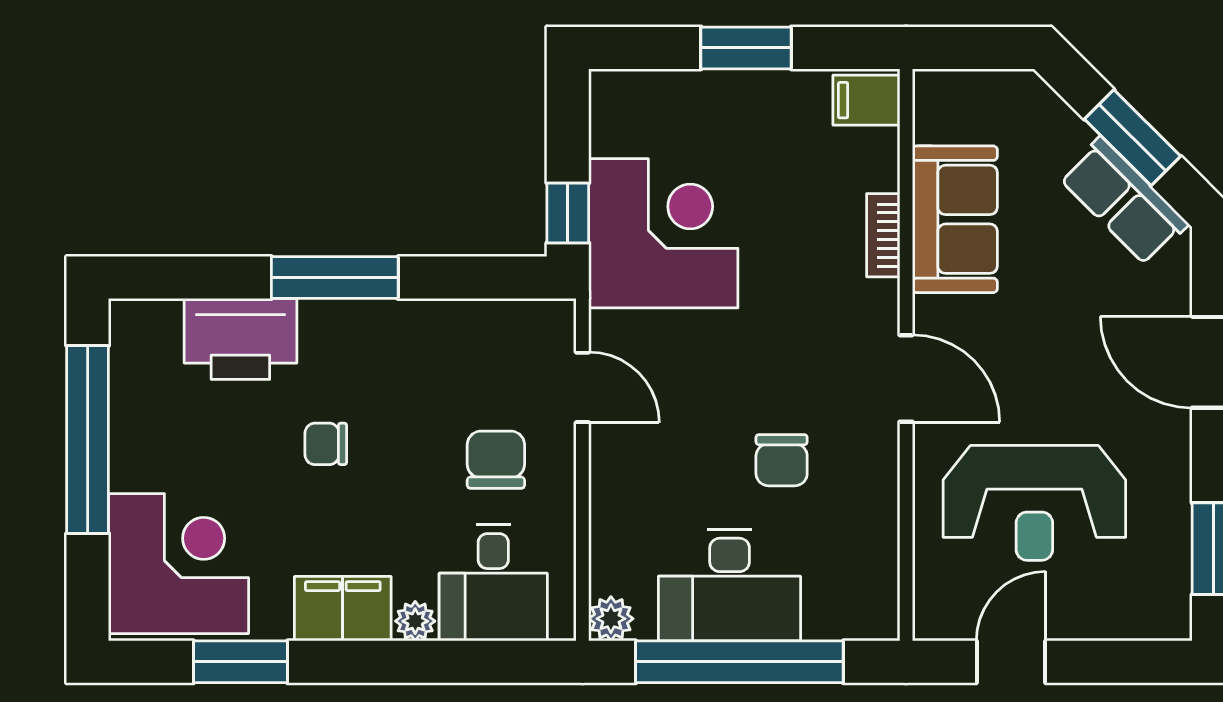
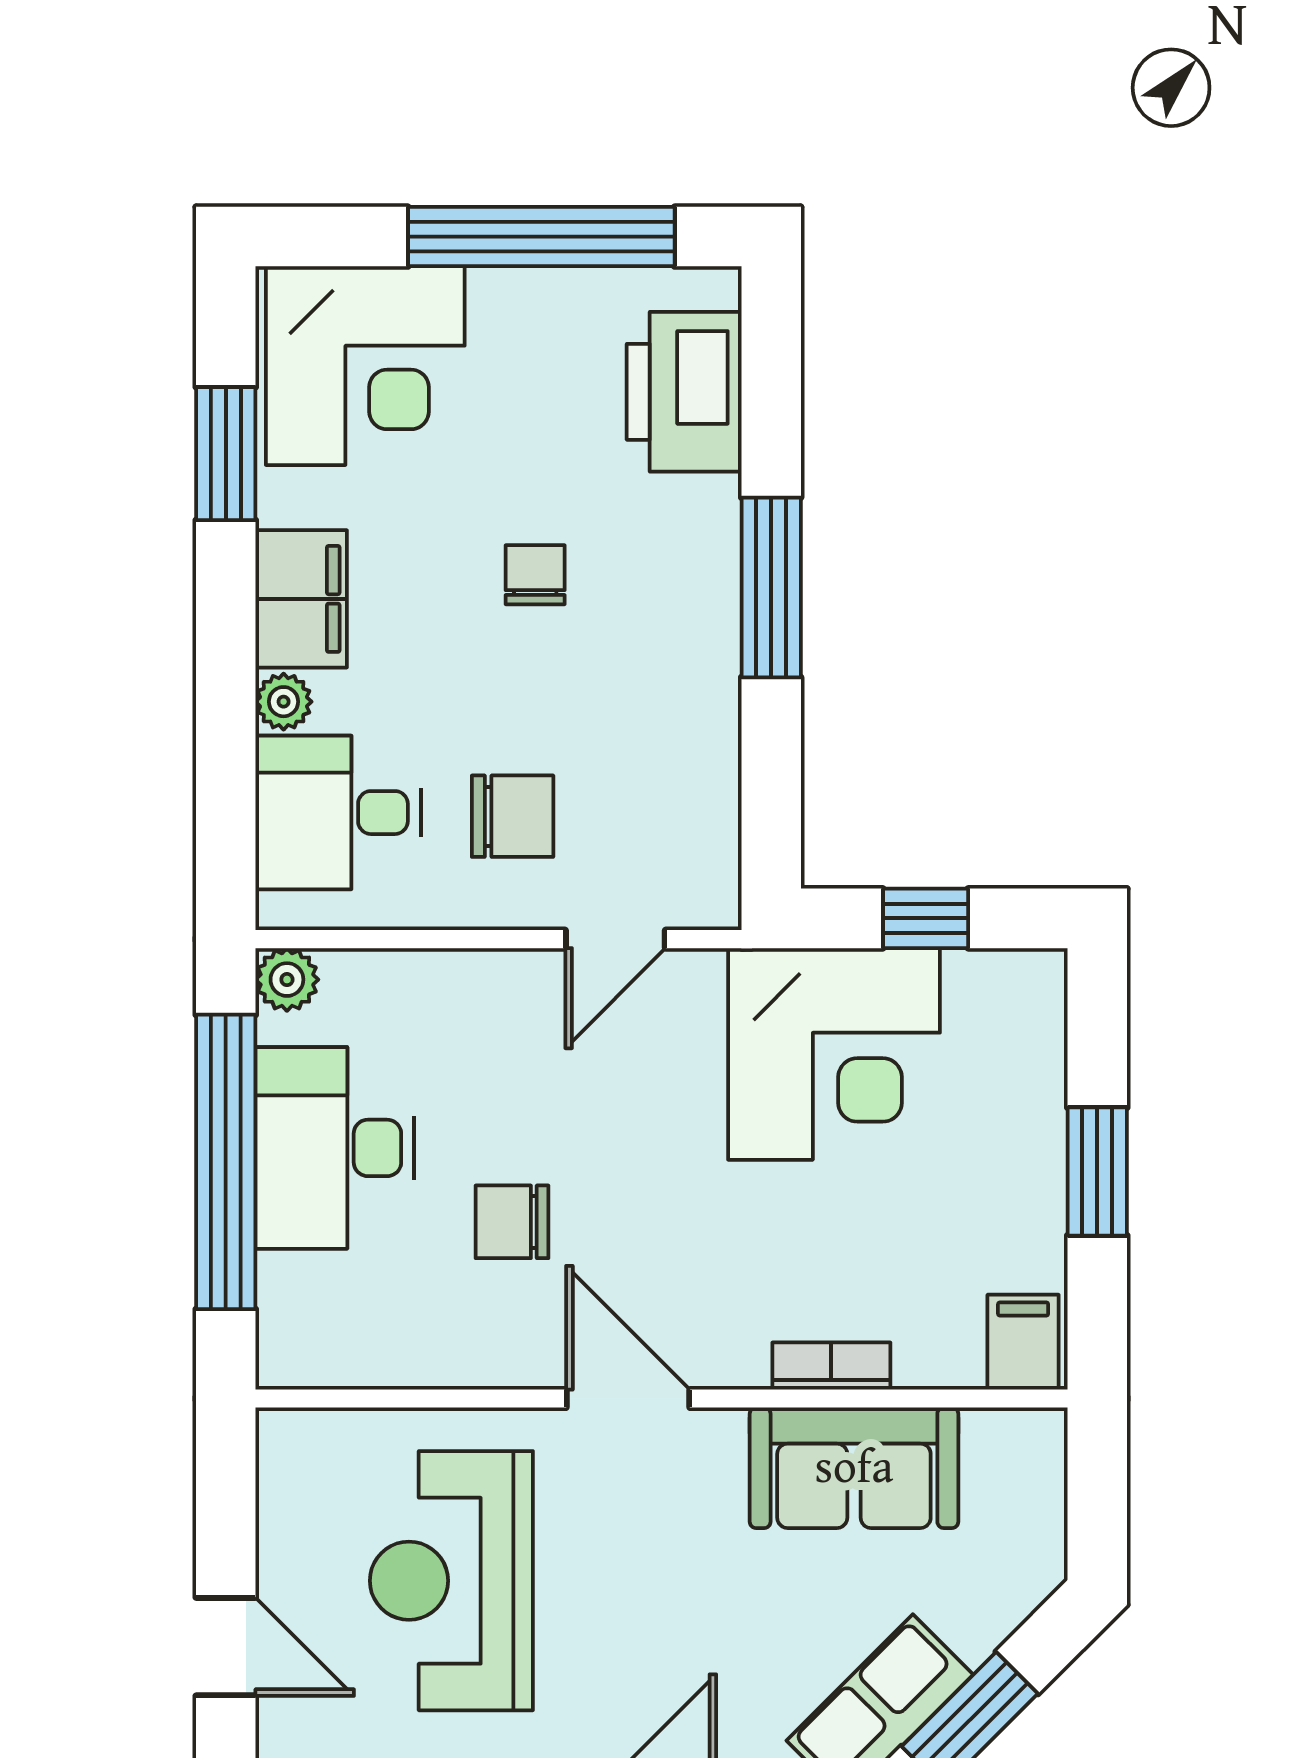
window: (568, 213) -> (926, 918), moved
printer: (240, 339) -> (684, 392), moved
door: (906, 378) -> (628, 1399), swing flipped
door: (1011, 662) -> (226, 1647), moved

